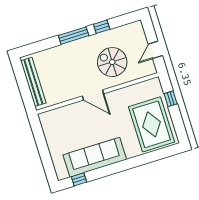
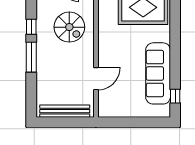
spiral stairs: (112, 62) -> (69, 27), turned -90
door: (93, 95) -> (96, 79), moved

